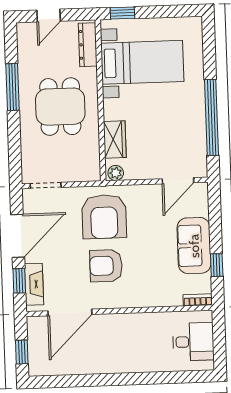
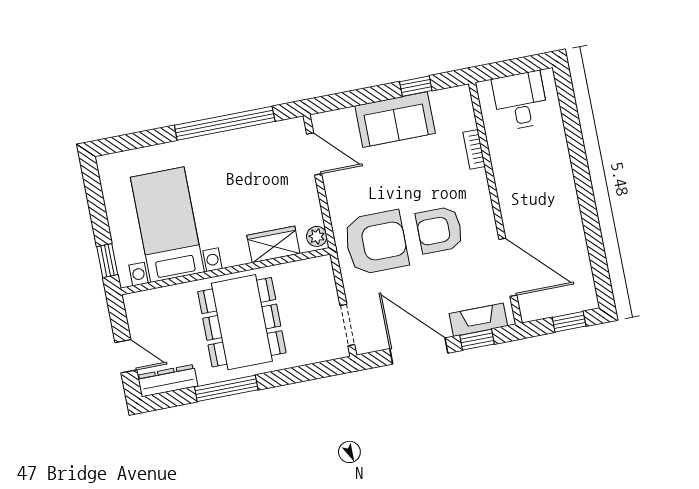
dresser: (88, 45) -> (168, 381), moved, turned 180
dining table: (60, 107) -> (242, 322), width x1.38
armchair: (106, 266) -> (439, 230), turned 90
bookcase: (198, 300) -> (474, 149), moved

